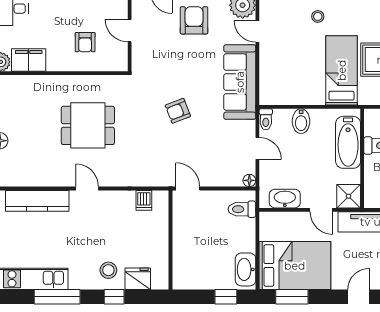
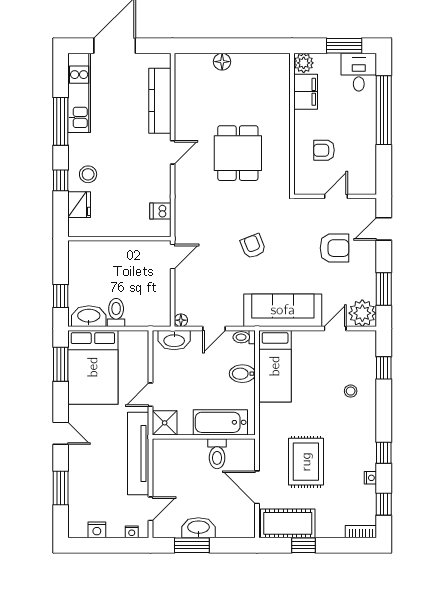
armchair: (194, 20) -> (334, 248), moved
bed: (342, 70) -> (275, 366), moved, turned 90
washbasin: (285, 199) -> (174, 340), moved, turned 90
toilet: (242, 209) -> (116, 313), moved

